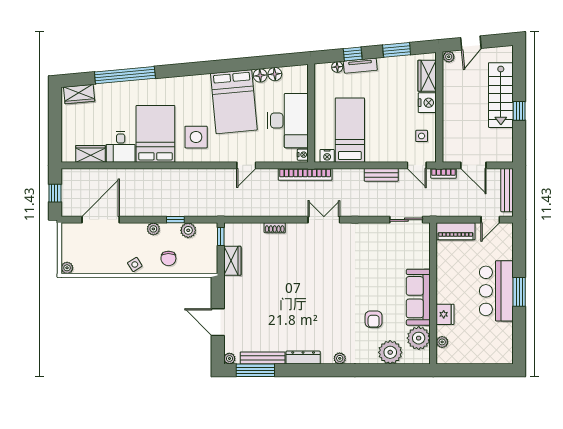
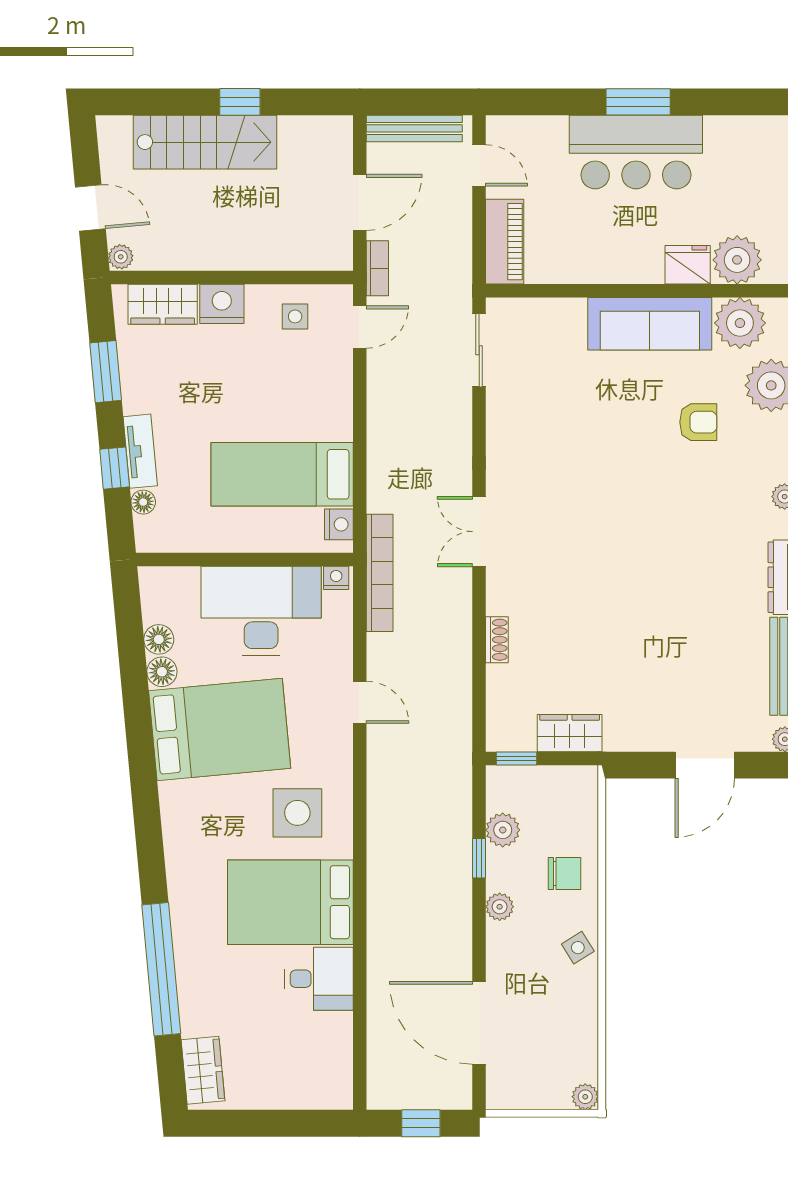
wardrobe: (90, 154) -> (334, 1045), removed
bench: (381, 175) -> (381, 405), removed
plant: (442, 342) -> (737, 260), width x1.88, depth x1.88

